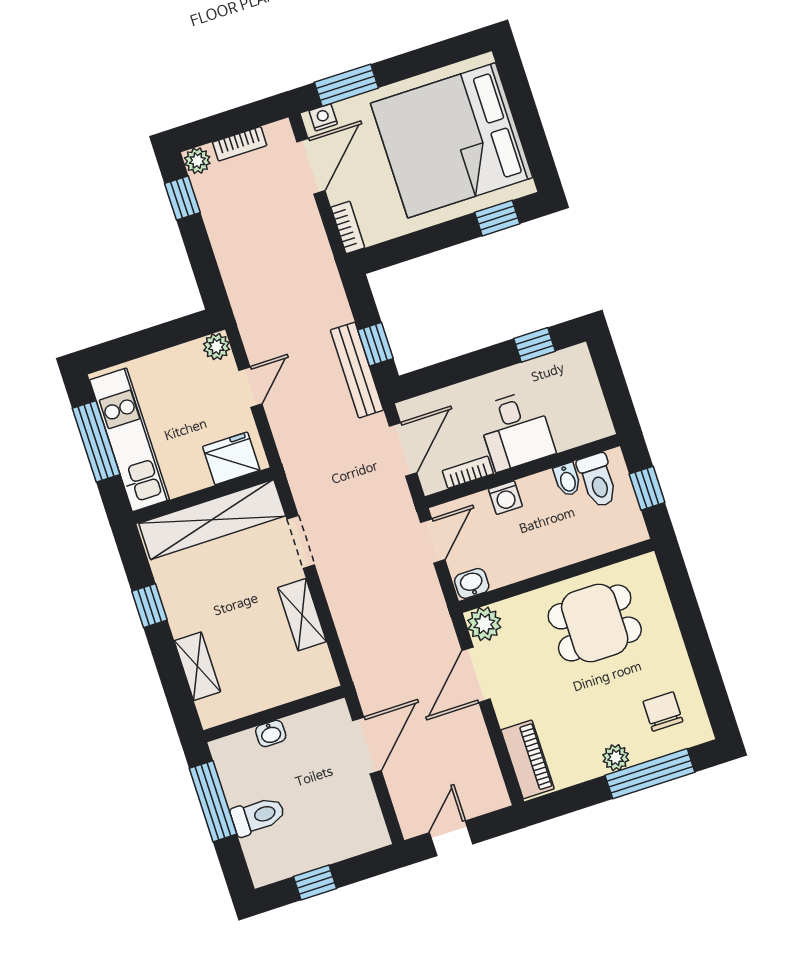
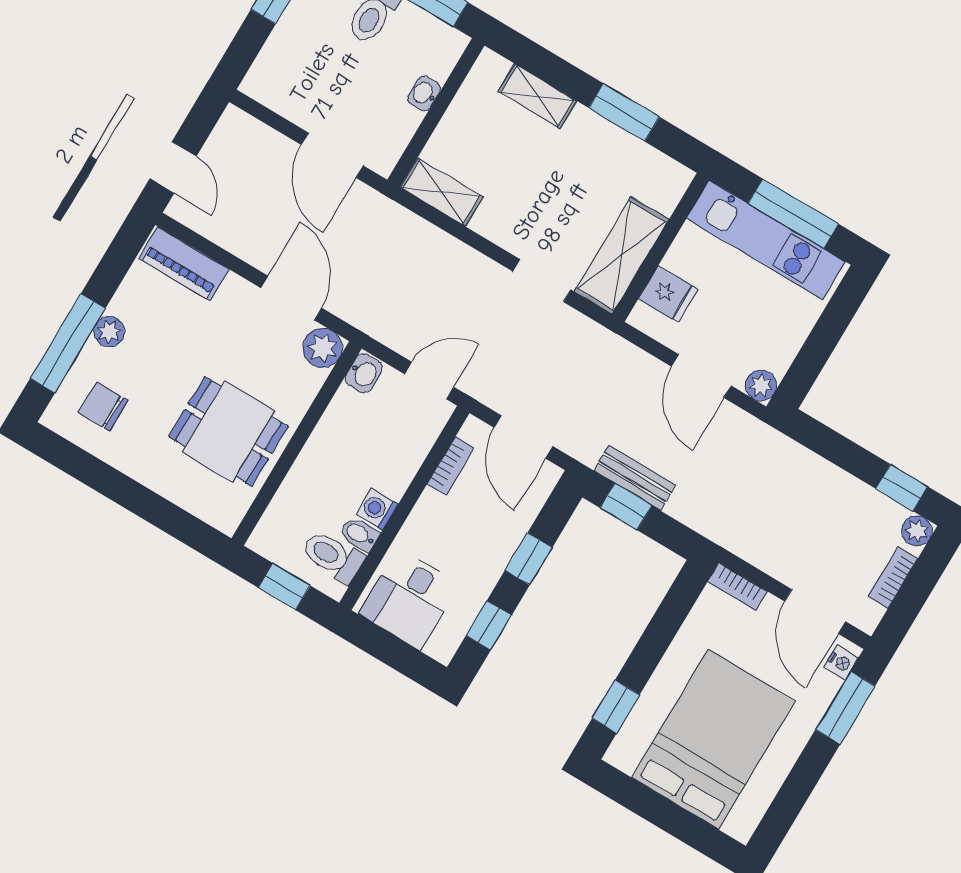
bed: (452, 140) -> (713, 739), width x0.73
window: (470, 366) -> (529, 559), added
bench: (357, 370) -> (635, 478), width x0.73
door: (250, 387) -> (701, 376), width x1.38
desk: (516, 431) -> (409, 599), moved, turned -90
fridge: (231, 458) -> (668, 294), width x0.72
washing machine: (505, 498) -> (377, 509), moved
shelving: (212, 520) -> (622, 256), width x0.68
door: (433, 541) -> (429, 381), swing flipped
window: (149, 606) -> (624, 112), width x1.50
shelving: (302, 615) -> (441, 192), moved
dining table: (595, 623) -> (228, 431), turned 90
chair: (663, 711) -> (103, 407), turned 180
door: (451, 838) -> (173, 168), moved

